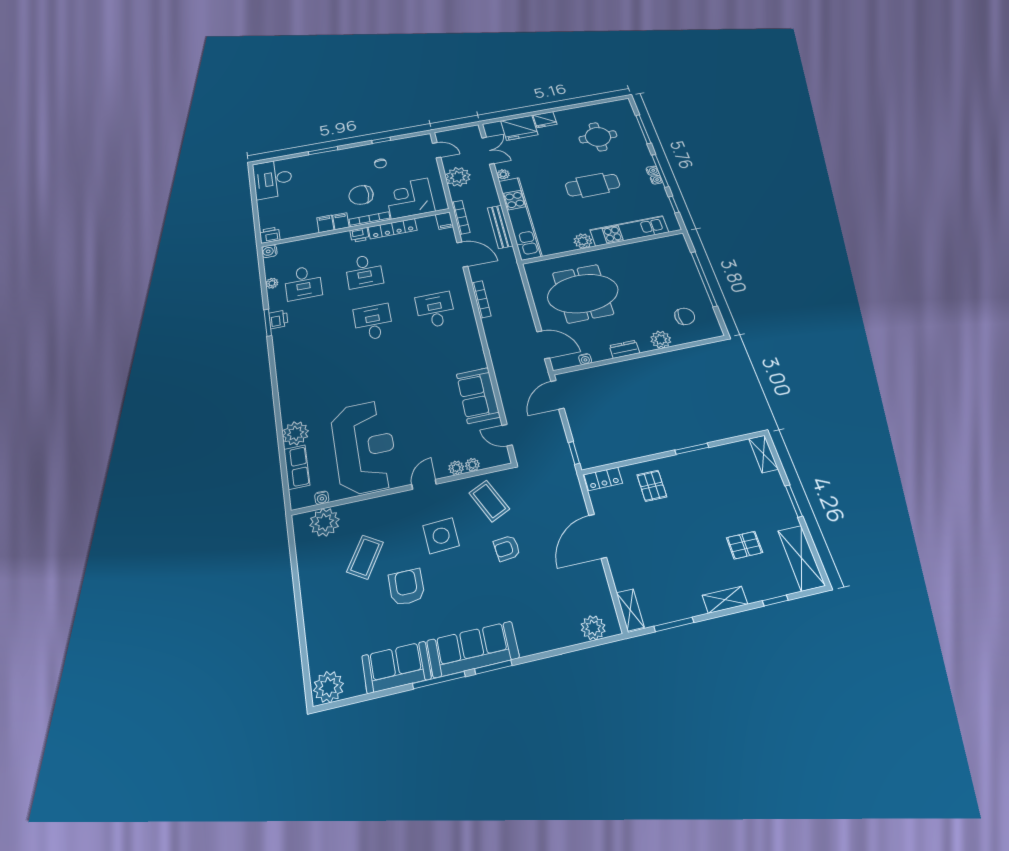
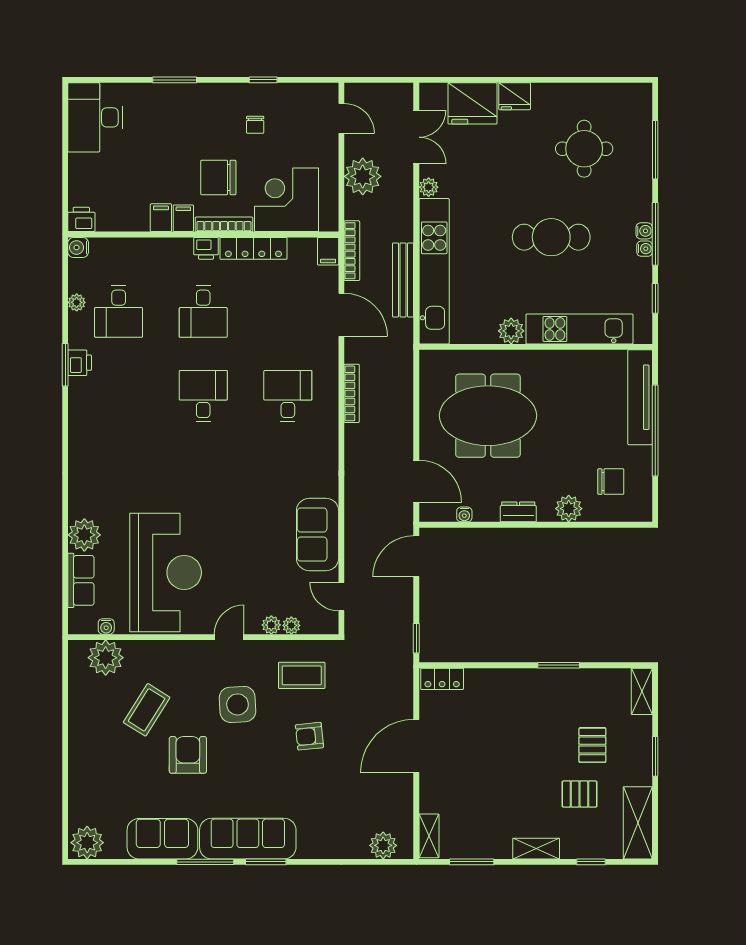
tv unit: (686, 262) -> (640, 397), added
pallet: (652, 486) -> (592, 745), moved
coffee table: (489, 501) -> (302, 675), turned -65

